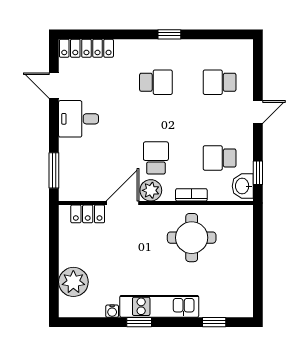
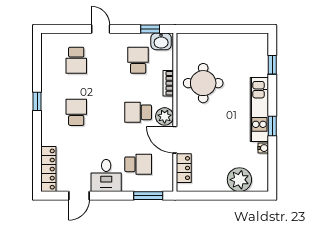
school desk: (92, 158) -> (138, 164), added
school desk: (220, 158) -> (138, 60), turned 180

